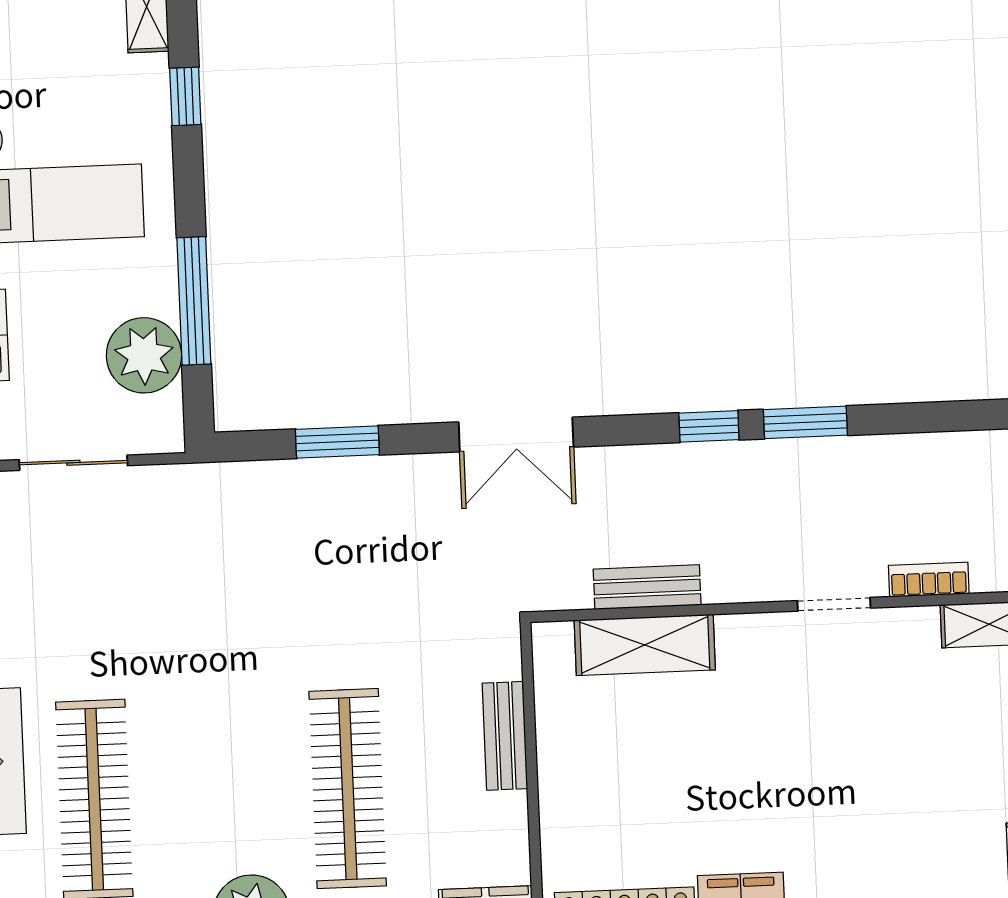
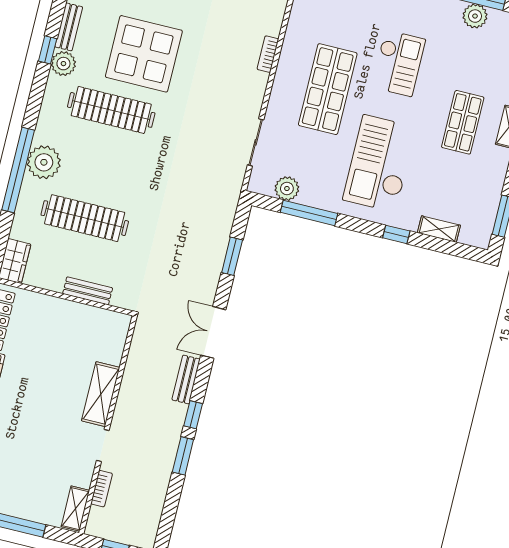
plant: (144, 355) -> (287, 189), width x0.73, depth x0.73
bench: (647, 587) -> (186, 379), moved
shelving: (645, 645) -> (101, 394), moved

